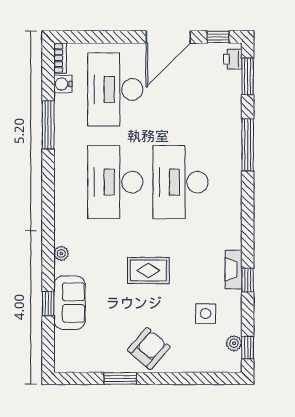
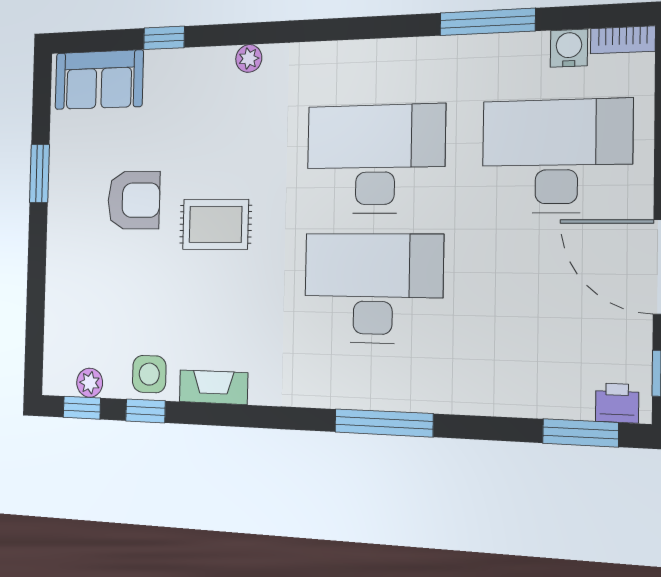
window: (248, 145) -> (384, 423), moved
rug: (148, 270) -> (215, 224), turned 90
window: (248, 280) -> (145, 411), moved
sofa: (69, 303) -> (99, 80), moved
side table: (206, 314) -> (149, 374), moved
armchair: (149, 349) -> (134, 200), moved, turned -41

